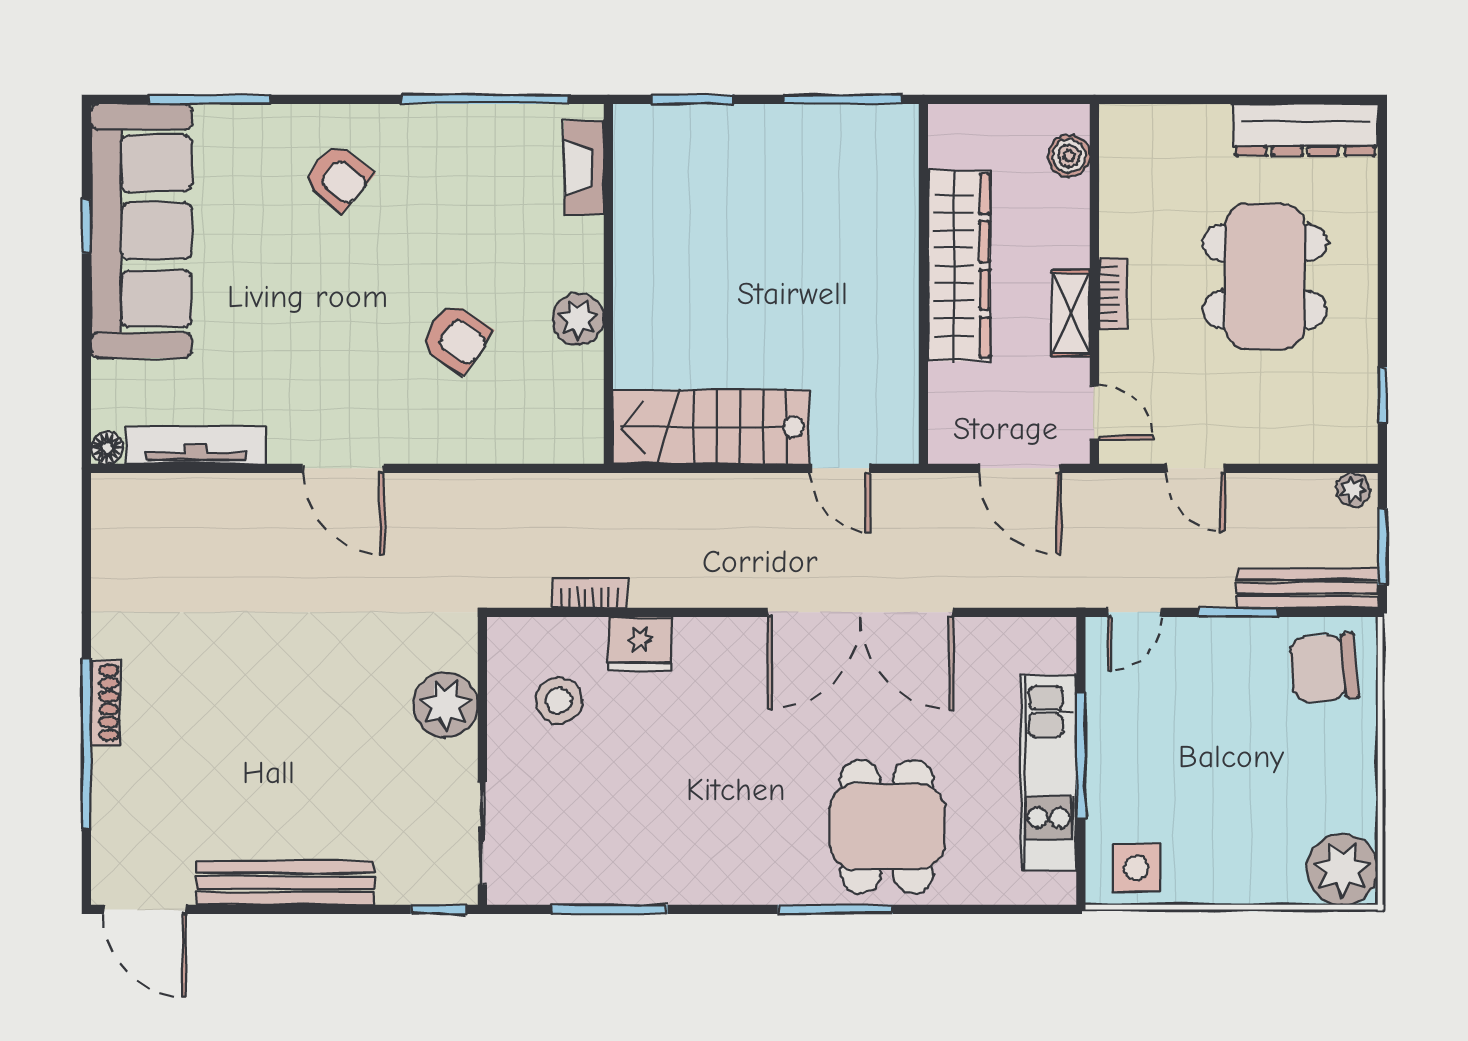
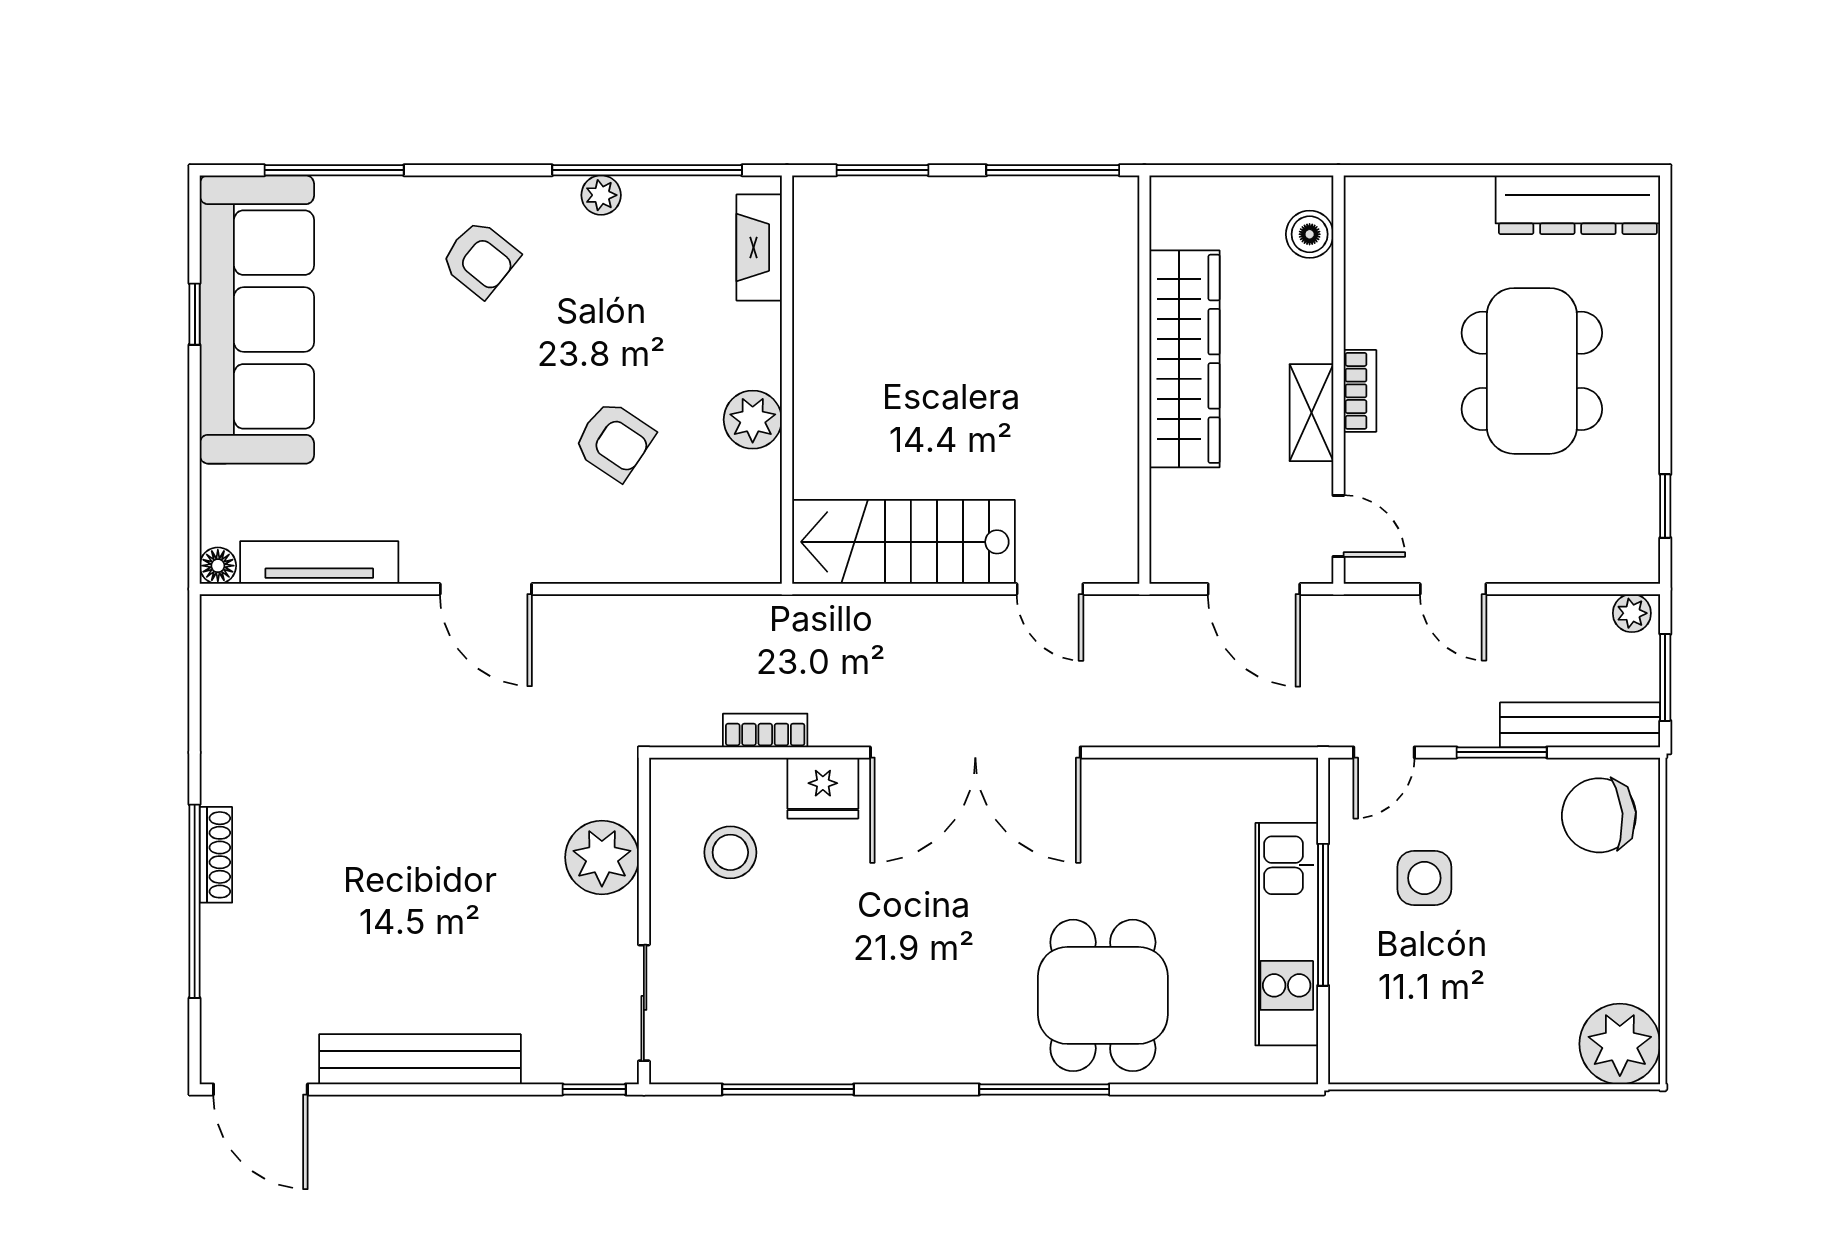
plant: (445, 121) -> (601, 195), added
double door: (860, 612) -> (975, 752), moved
side table: (1136, 868) -> (1424, 878), moved

